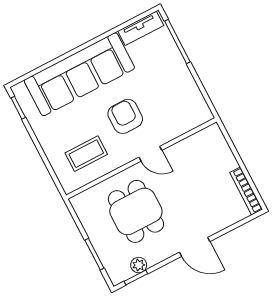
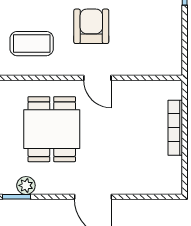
bookcase: (246, 191) -> (175, 128), moved

